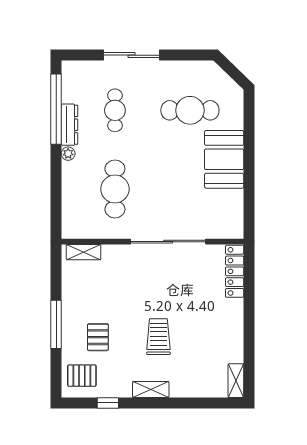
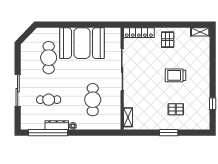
booth: (224, 159) -> (82, 43), width x1.36, depth x1.42
cafe table: (115, 189) -> (93, 100), turned 90
window: (56, 324) -> (169, 133), width x0.69
pallet: (82, 376) -> (168, 40), moved
shelving: (151, 389) -> (205, 80), removed

